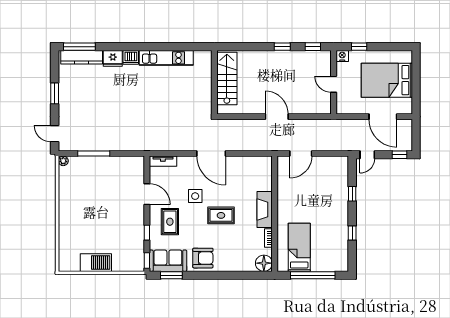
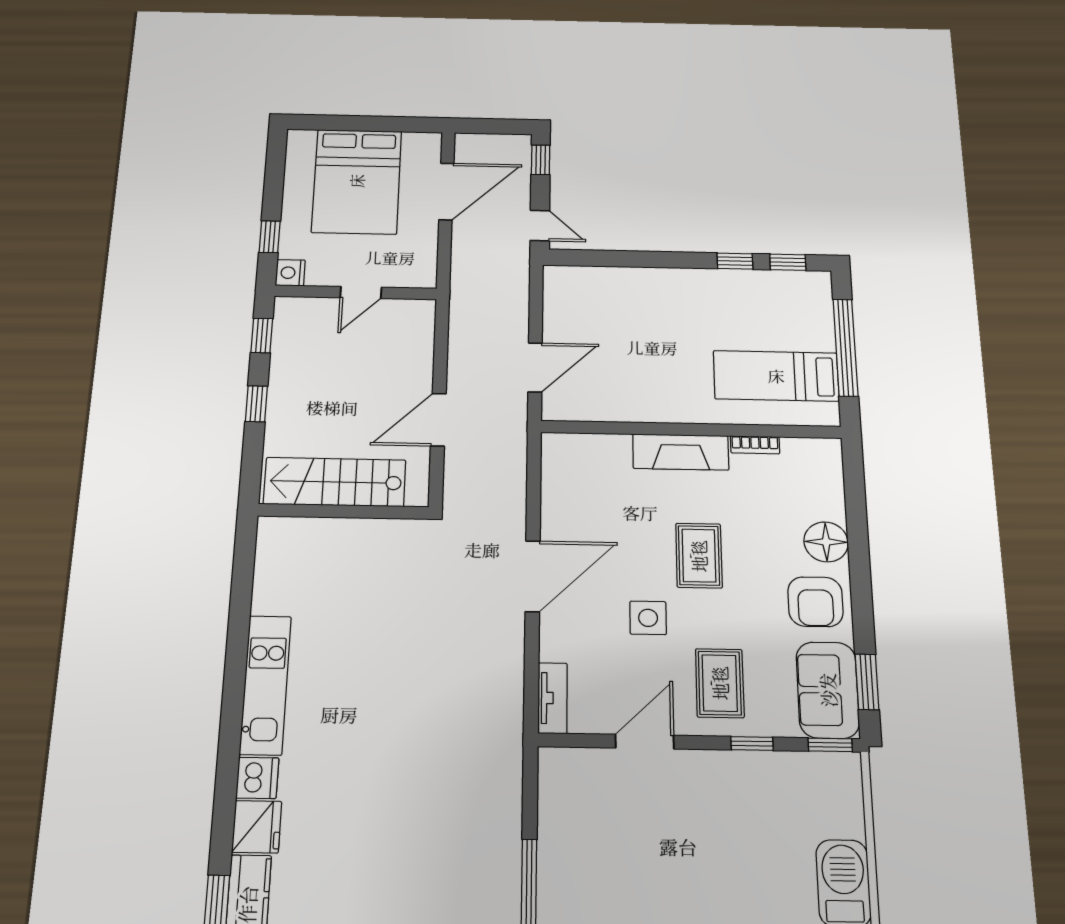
stairs: (227, 78) -> (335, 482), moved
wall: (214, 82) -> (343, 511), moved
door: (301, 154) -> (535, 368), hinge flipped
window: (352, 194) -> (788, 262), moved
rug: (170, 222) -> (720, 683), turned 90
armchair: (203, 258) -> (815, 602), turned 180
floor lamp: (264, 263) -> (826, 542), moved

